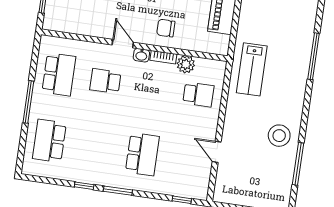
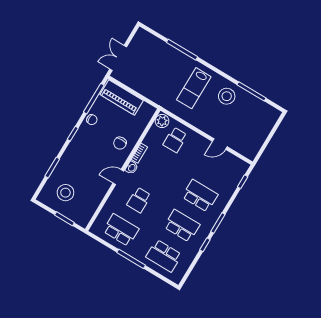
plant: (186, 64) -> (162, 121), moved
lab bench: (252, 69) -> (194, 88), moved, turned 90
school desk: (198, 94) -> (175, 140), turned 180
school desk: (96, 148) -> (182, 226), added

